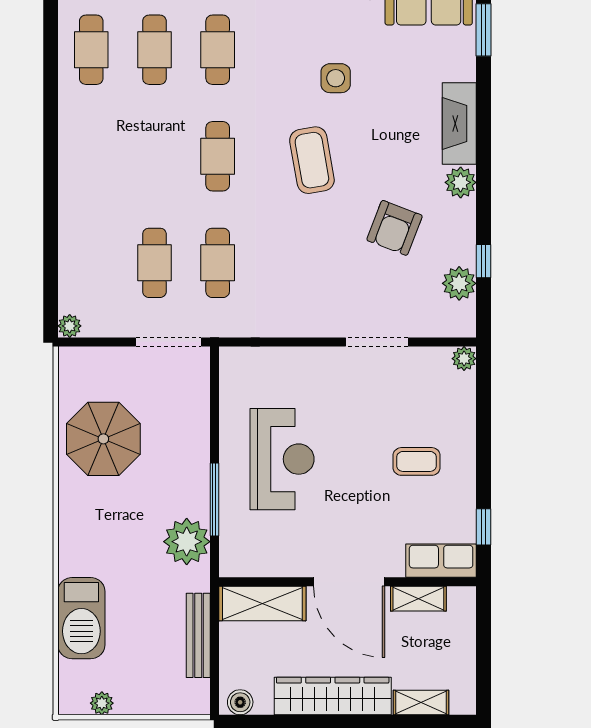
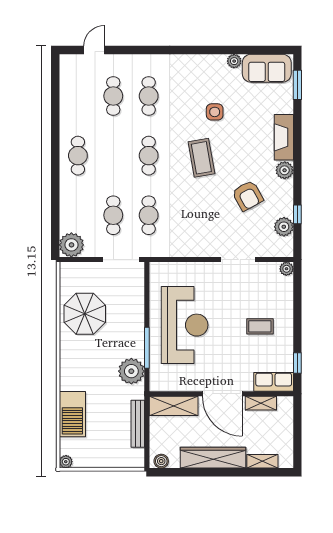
cafe table: (91, 50) -> (78, 156), moved
armchair: (395, 228) -> (248, 196), turned -50
plant: (70, 326) -> (71, 245), width x1.88, depth x1.88
reception desk: (282, 459) -> (185, 325), width x1.36, depth x1.30
plant: (102, 703) -> (66, 462), moved

